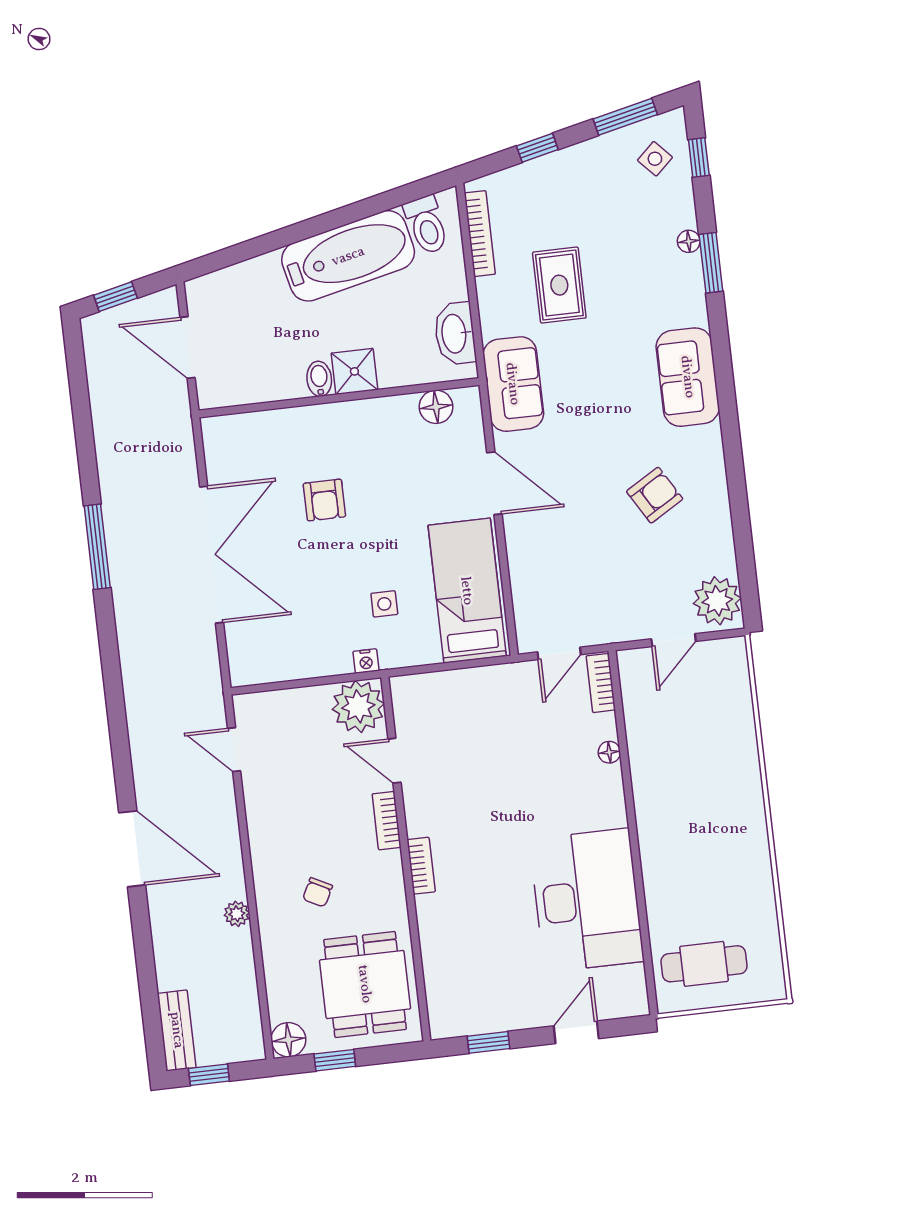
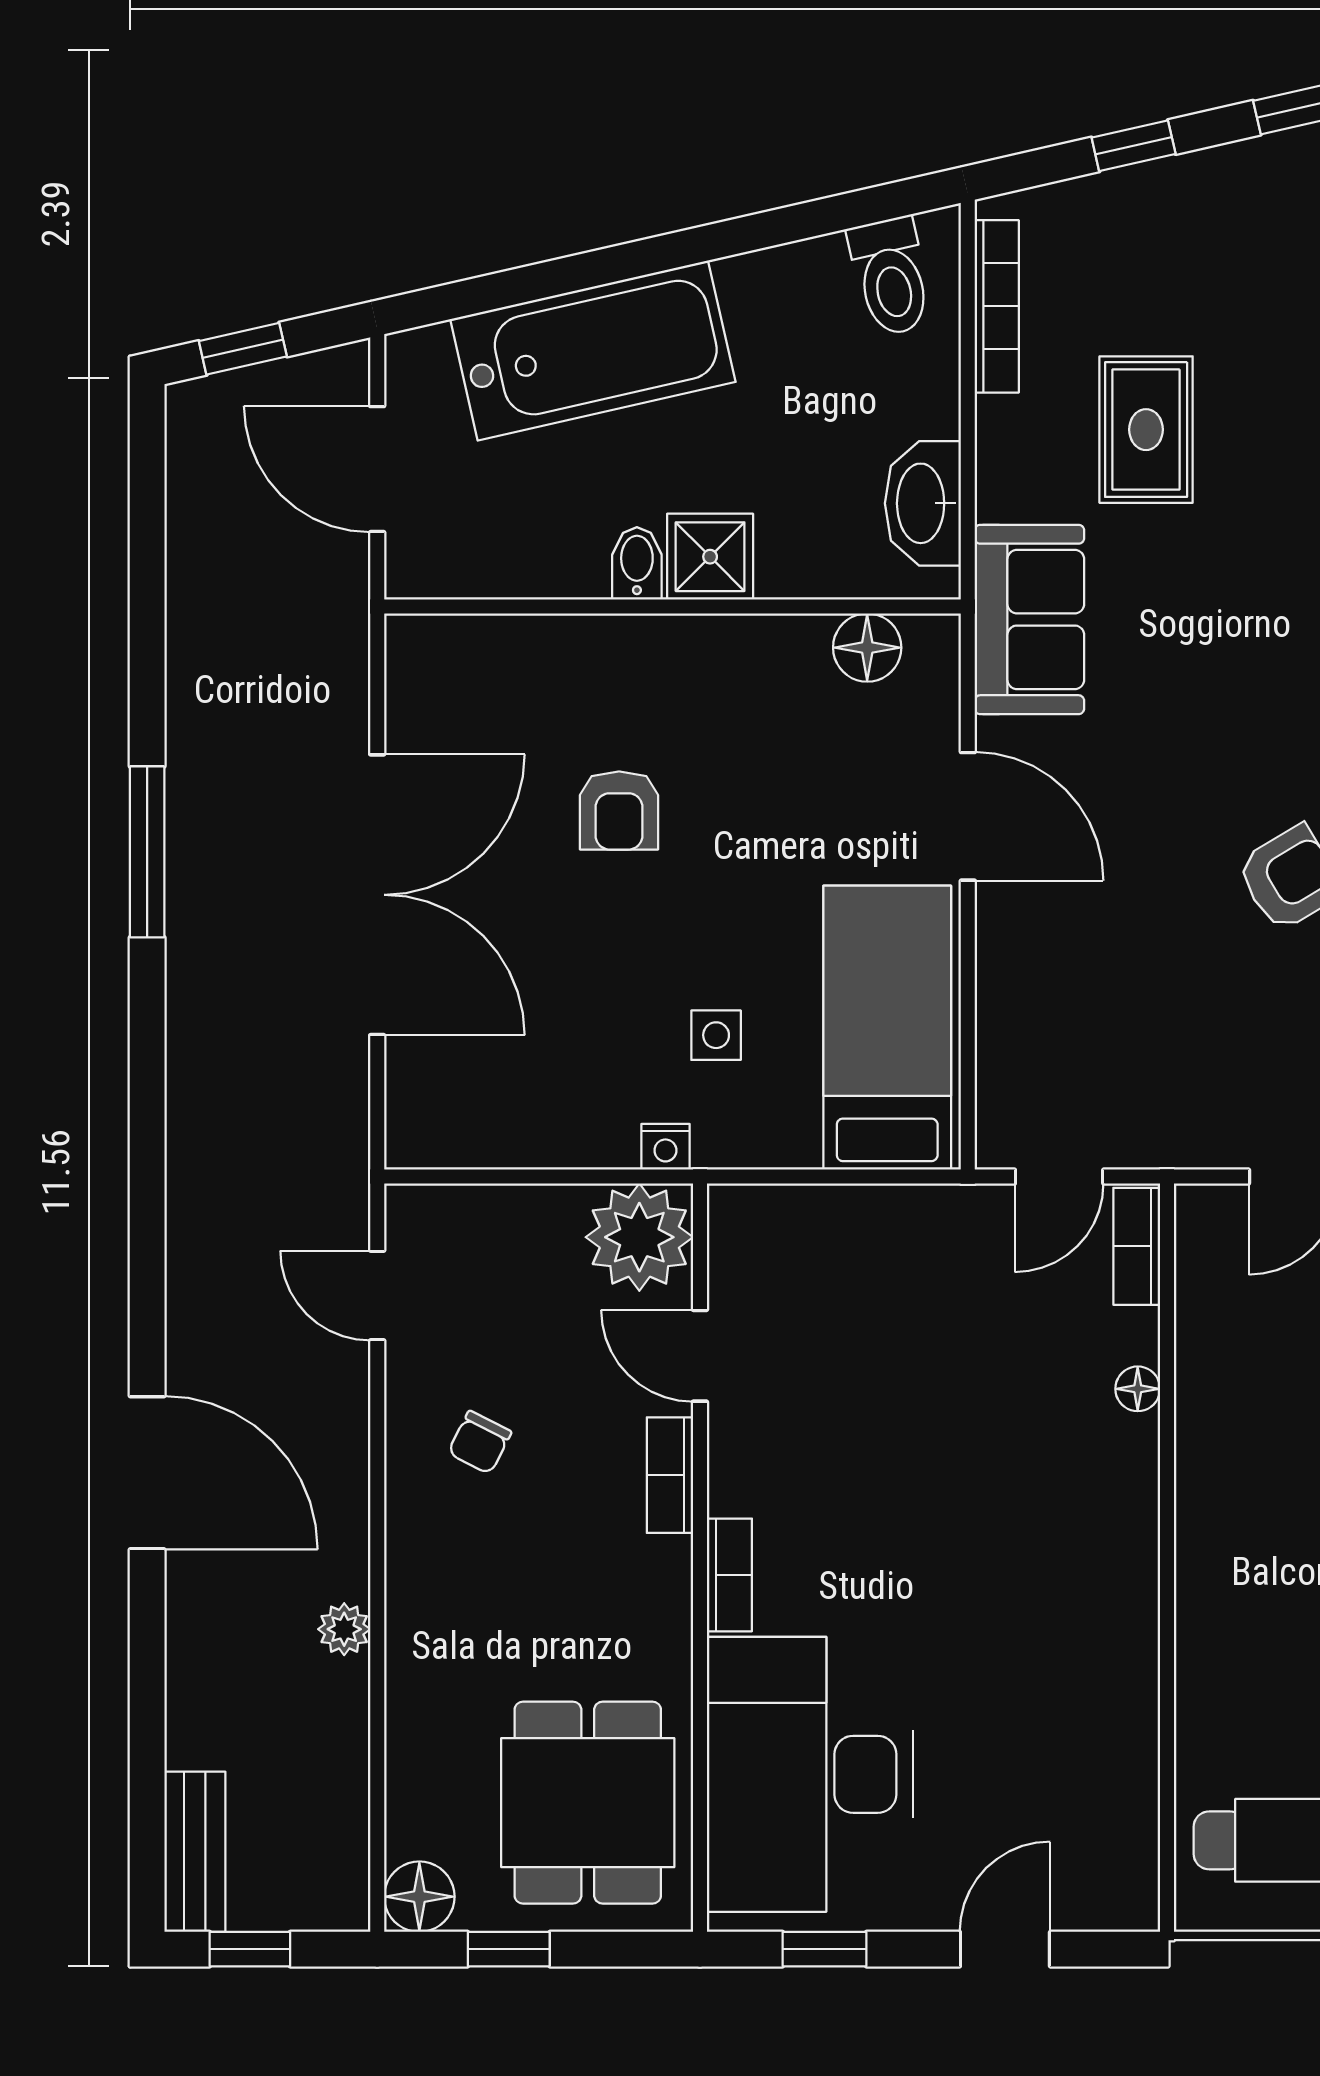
bathtub: (348, 256) -> (593, 351), moved
chair: (318, 892) -> (480, 1442), moved
desk: (587, 900) -> (810, 1774), moved, turned 180

